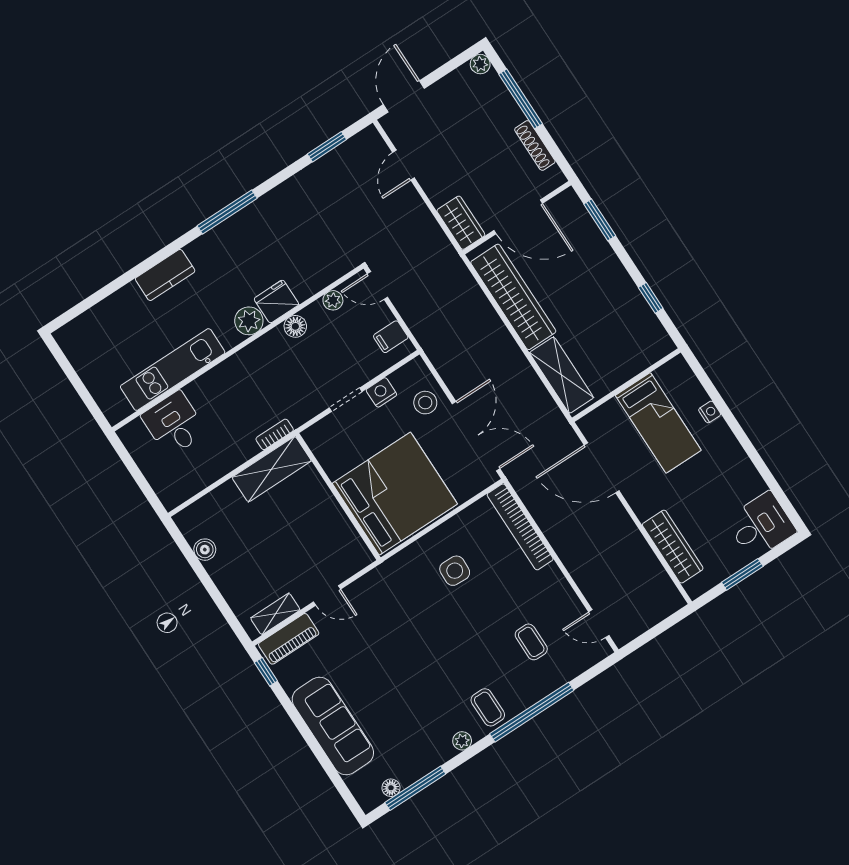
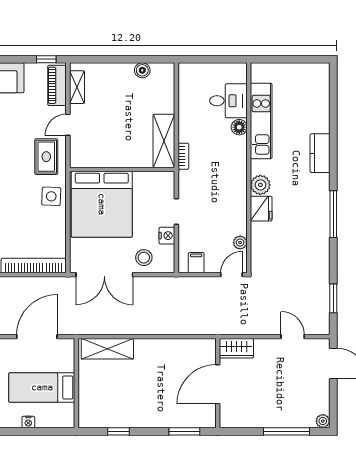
shoe rack: (535, 145) -> (253, 422), removed
wardrobe: (513, 297) -> (172, 351), removed
floor lamp: (295, 326) -> (239, 127), moved
side table: (455, 571) -> (51, 196), moved
rug: (381, 596) -> (46, 157), added

